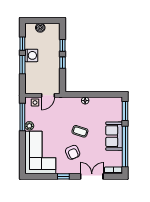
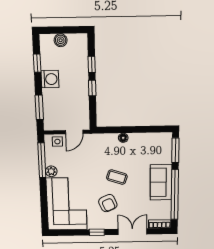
window: (22, 65) -> (39, 107), moved

